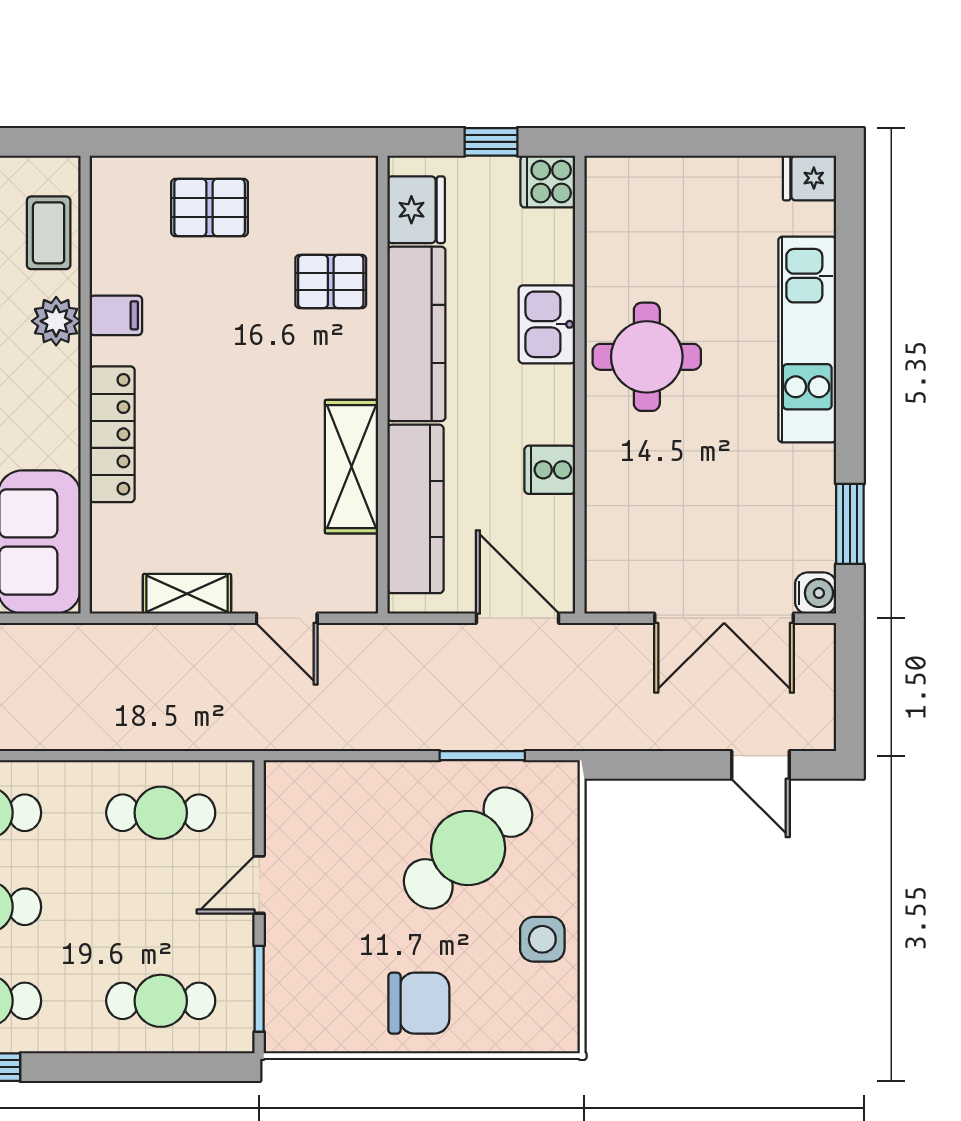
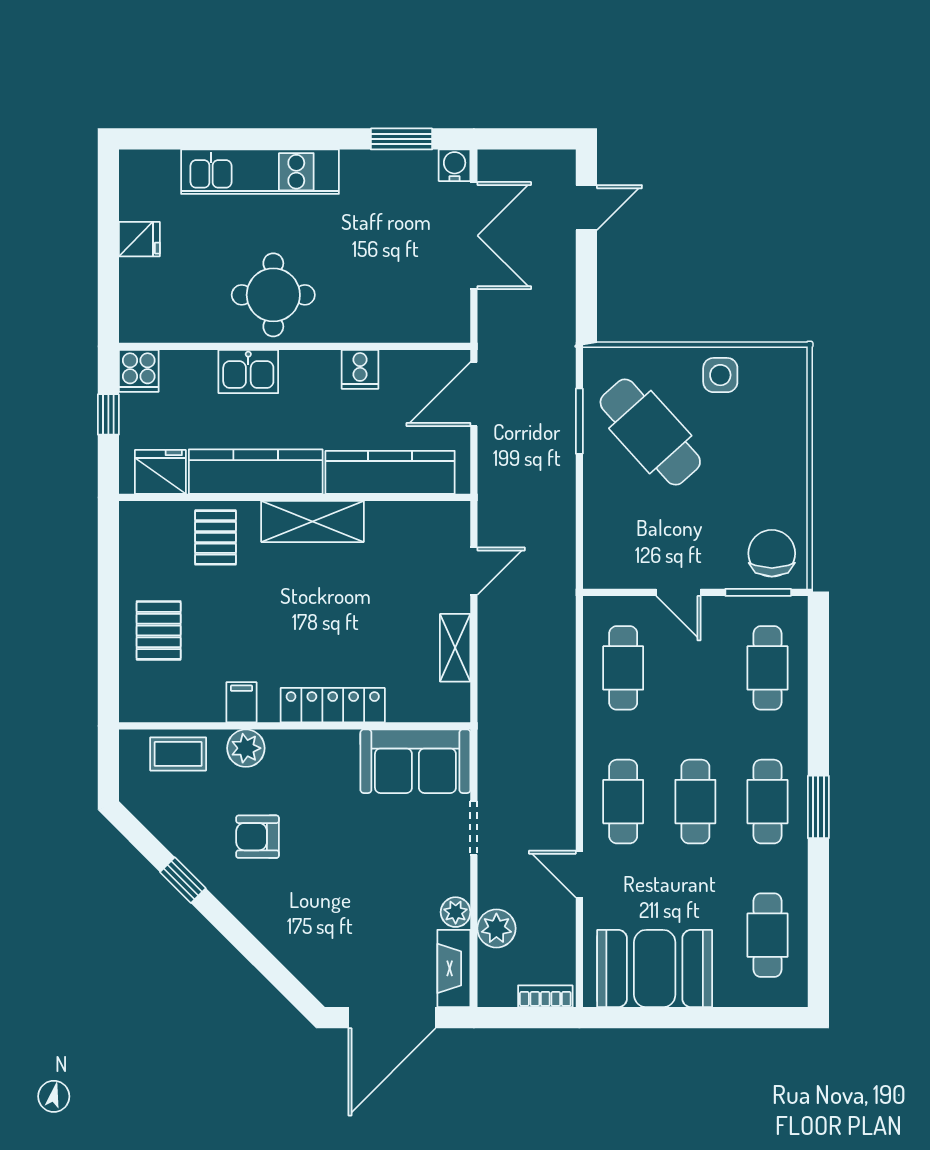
fridge: (810, 178) -> (139, 239), moved, turned -90
shelving: (351, 467) -> (313, 521), moved
chair: (419, 1003) -> (772, 553), moved

